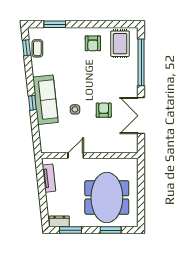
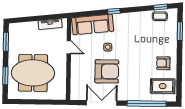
sofa: (45, 100) -> (93, 25), moved
armchair: (104, 110) -> (107, 71), width x1.88, depth x1.88
dresser: (59, 221) -> (13, 32), removed

